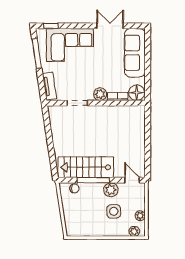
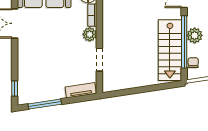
corner sofa: (70, 45) -> (36, 68), removed
window: (93, 180) -> (184, 42), width x1.46
plant: (111, 190) -> (195, 35), moved

